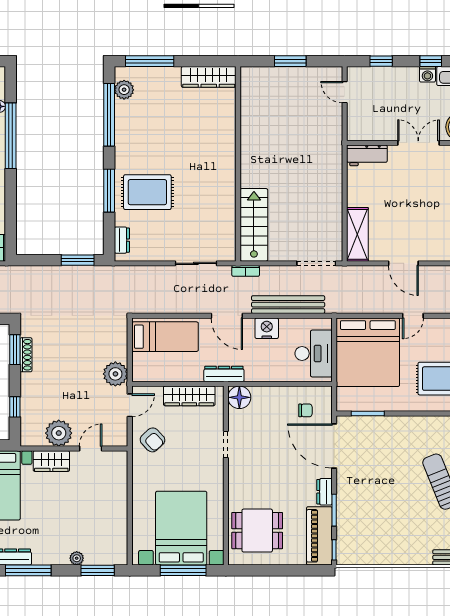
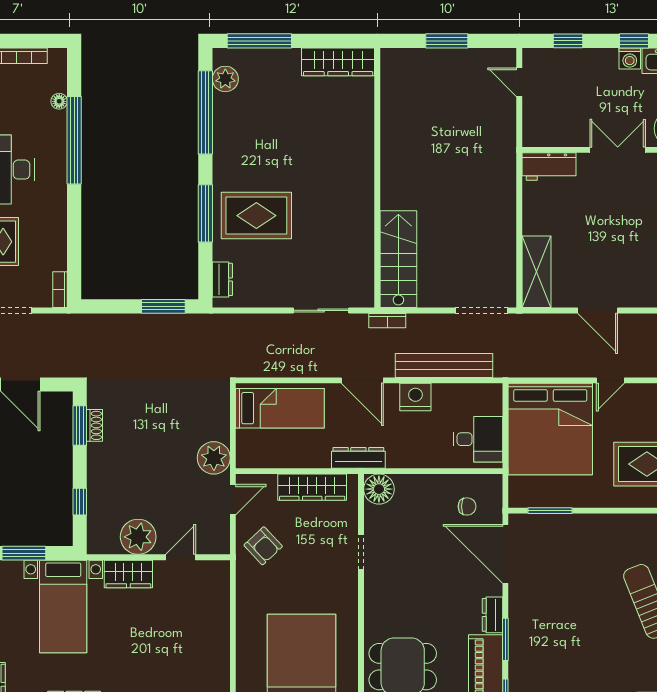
desk: (314, 353) -> (478, 439), width x0.73
shoe rack: (26, 355) -> (95, 425), width x0.70

